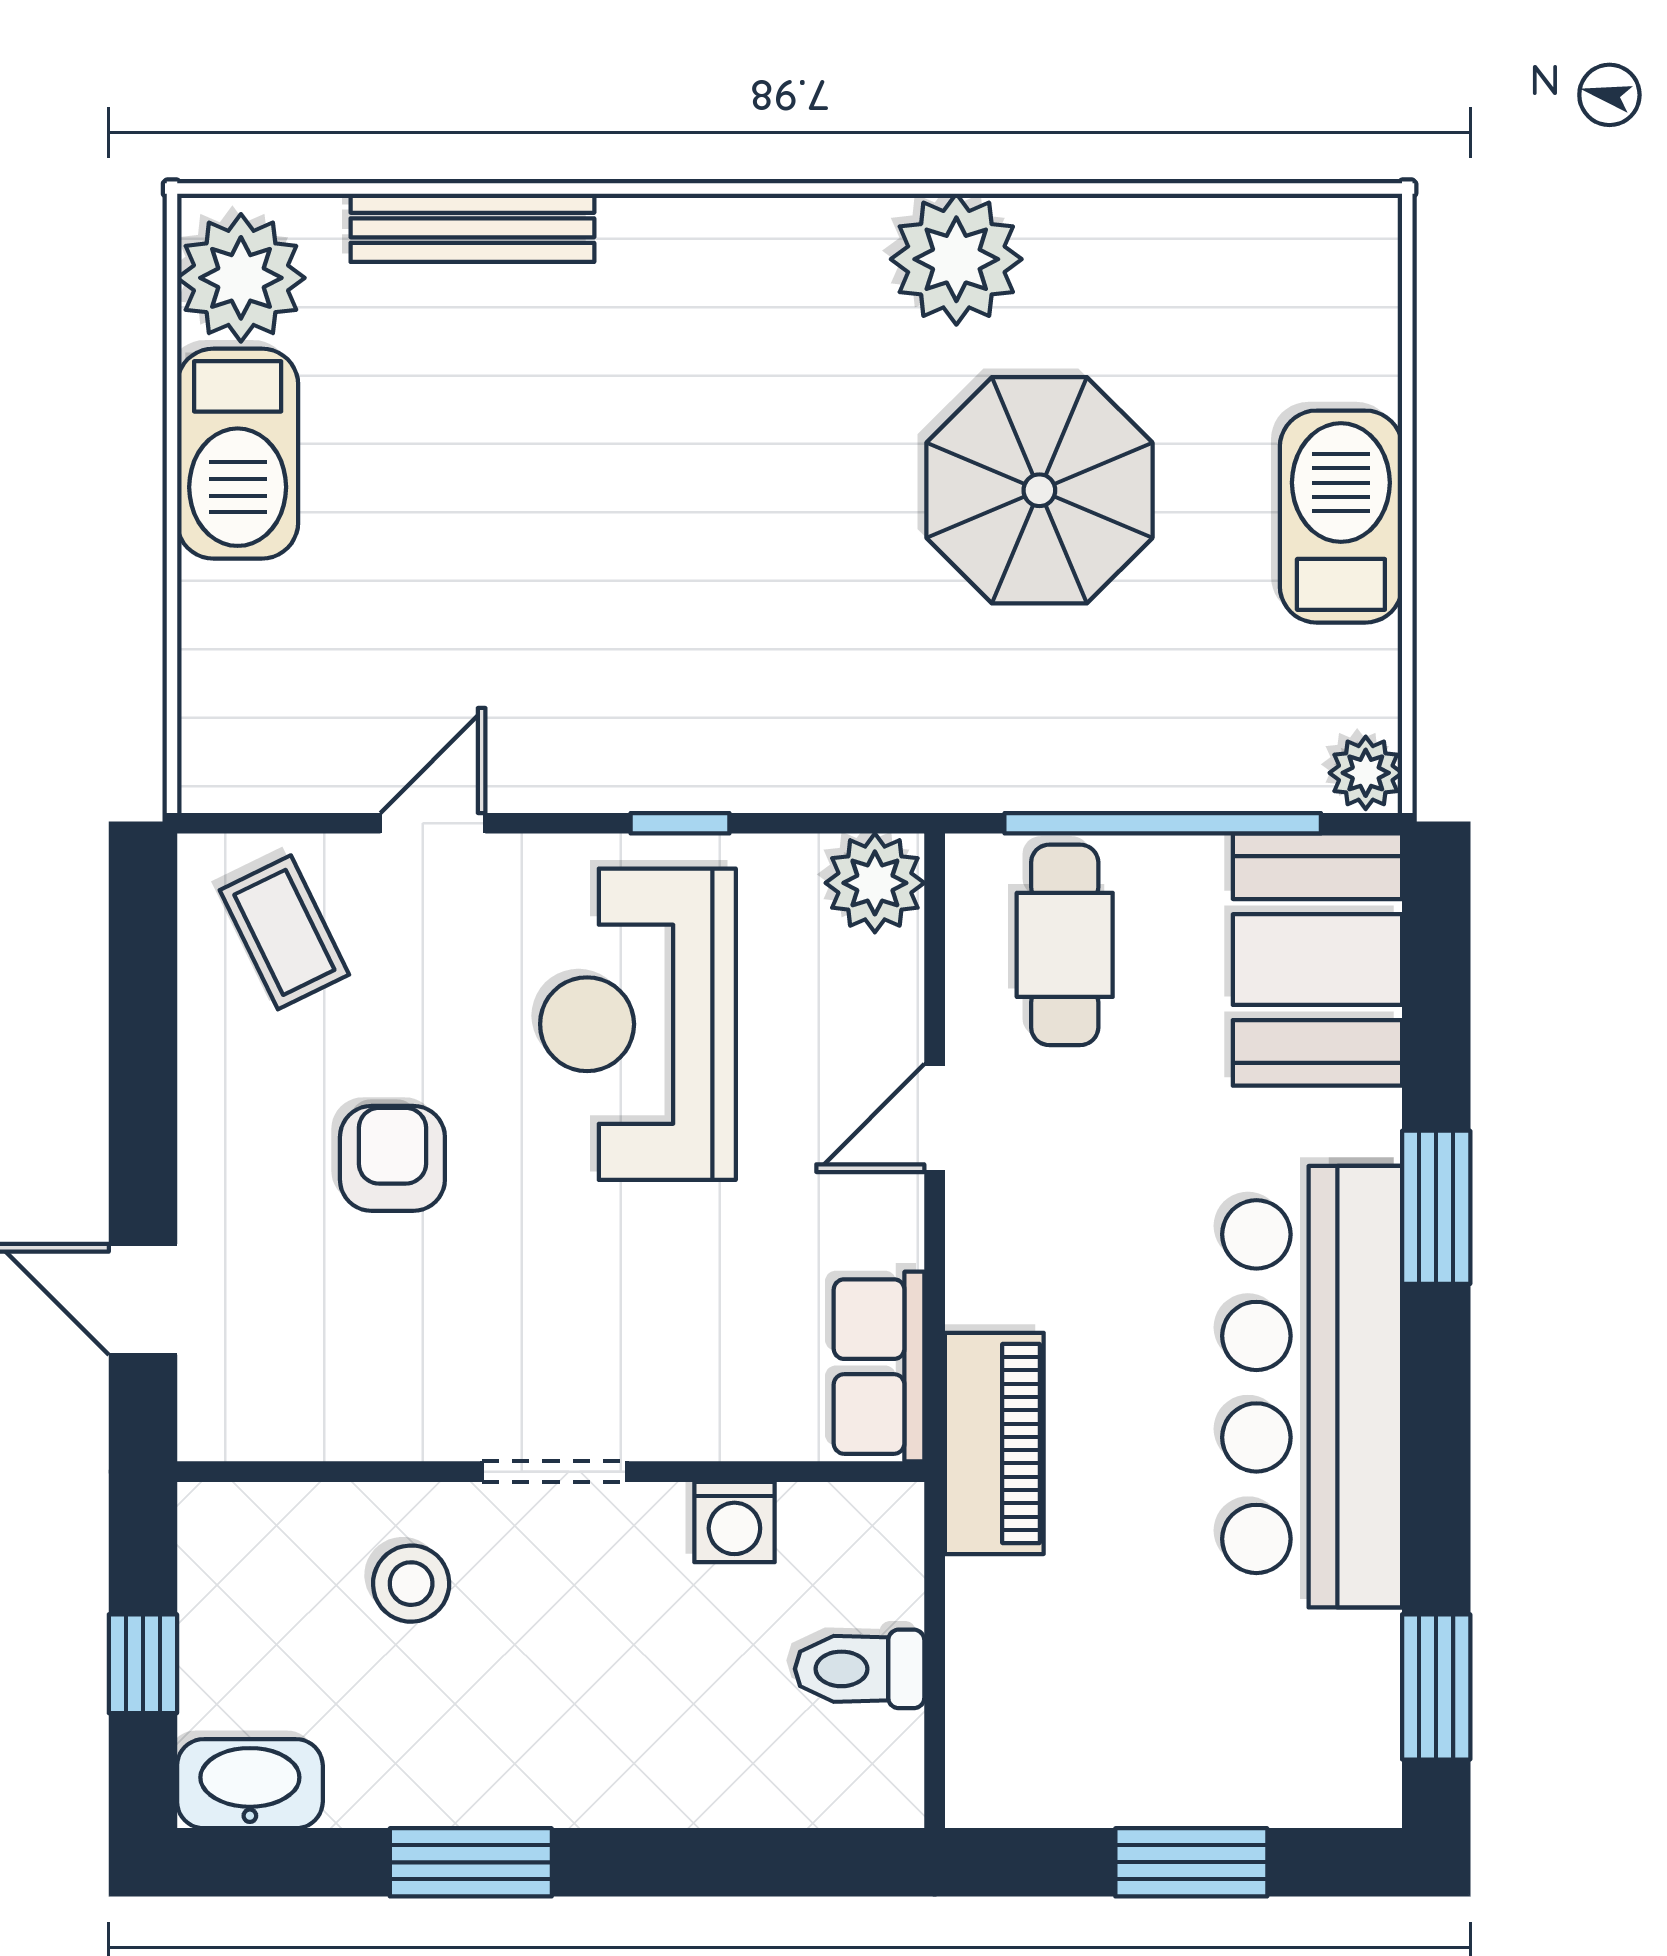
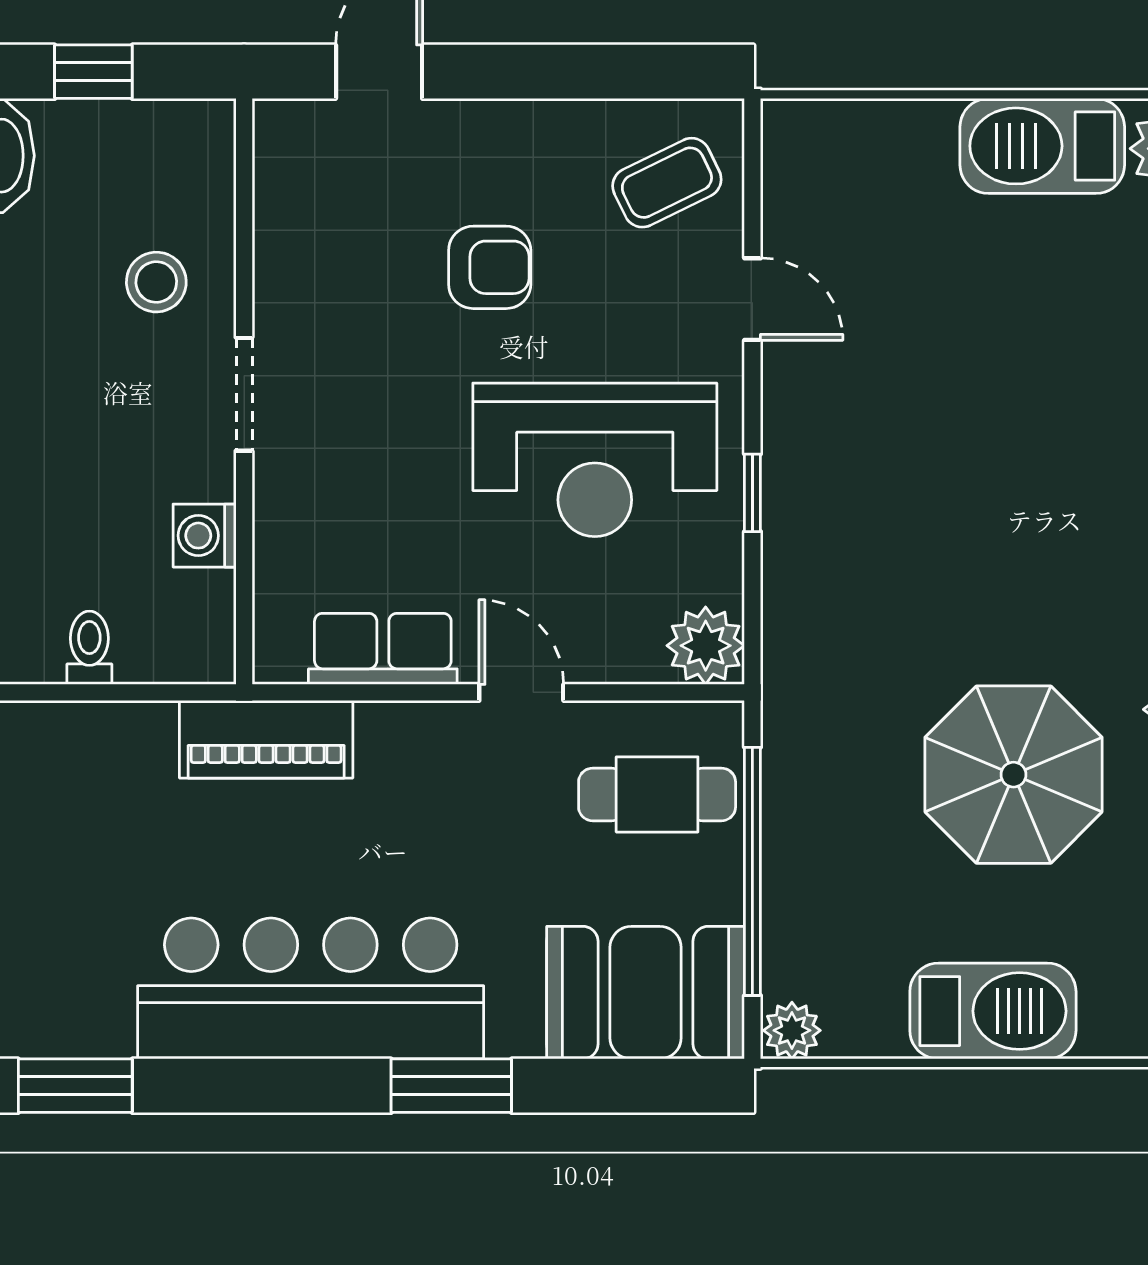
reception desk: (638, 1024) -> (595, 460), turned 180
row of seats: (879, 1367) -> (383, 649), moved
toilet: (860, 1669) -> (89, 648), width x0.73, depth x0.72

